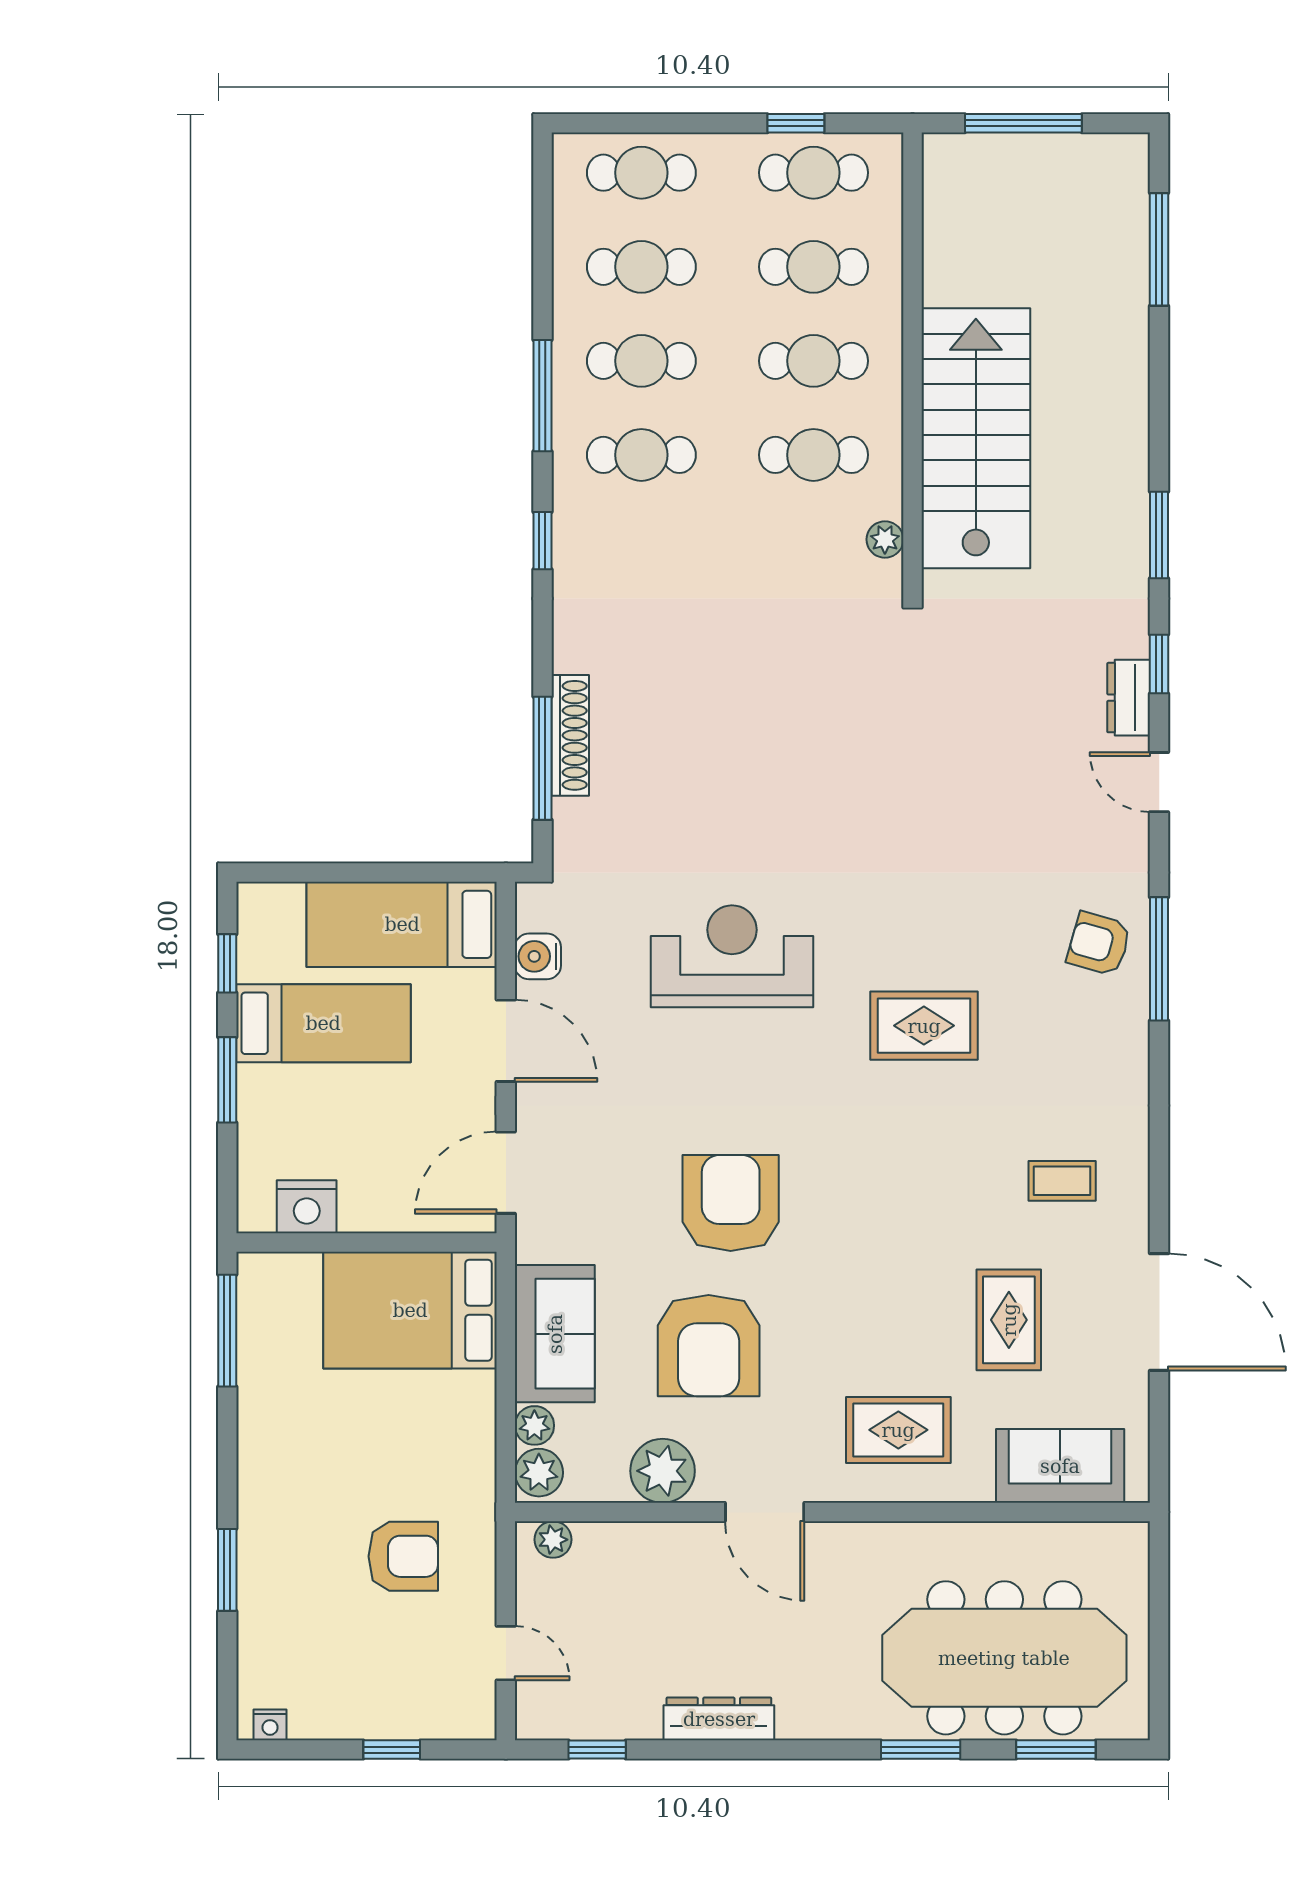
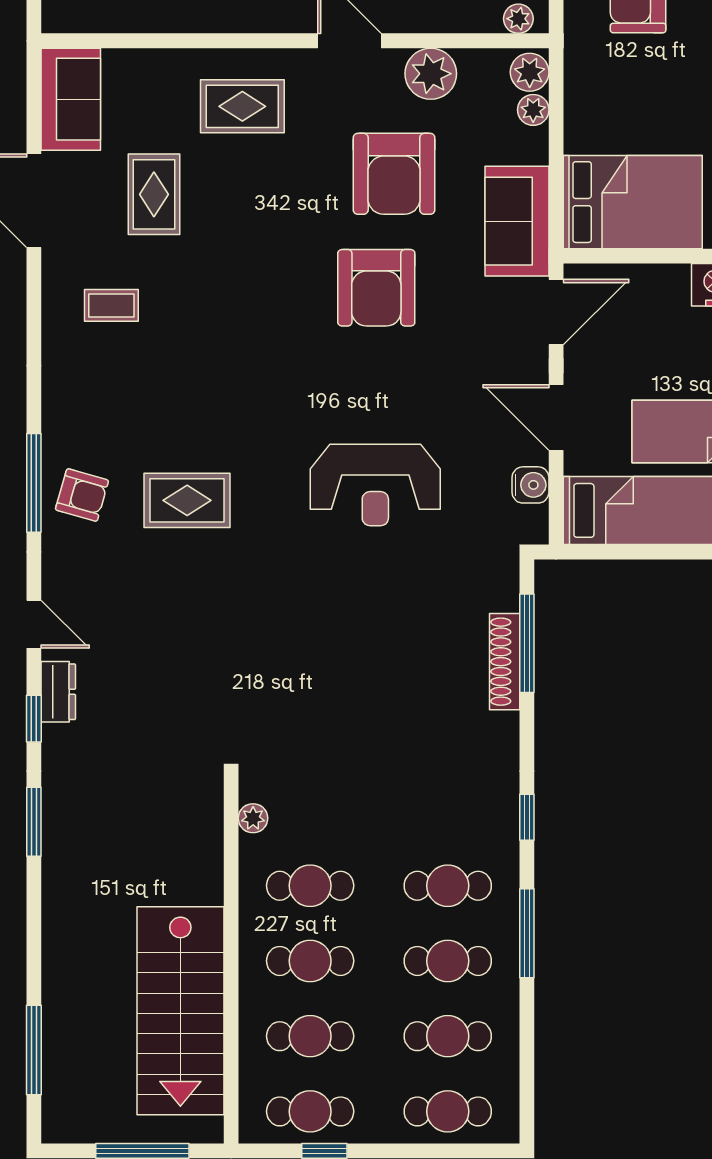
stairs: (976, 438) -> (180, 1011), moved
rug: (924, 1026) -> (187, 500), moved
sofa: (555, 1334) -> (517, 221), moved
armchair: (709, 1346) -> (394, 174), turned 180
sofa: (1060, 1466) -> (71, 99), moved, turned -90

